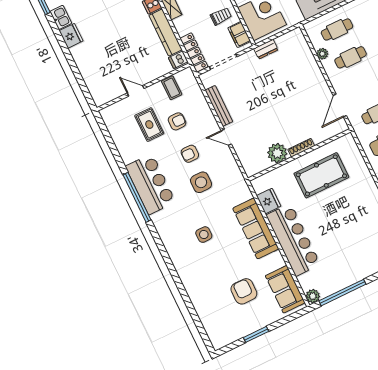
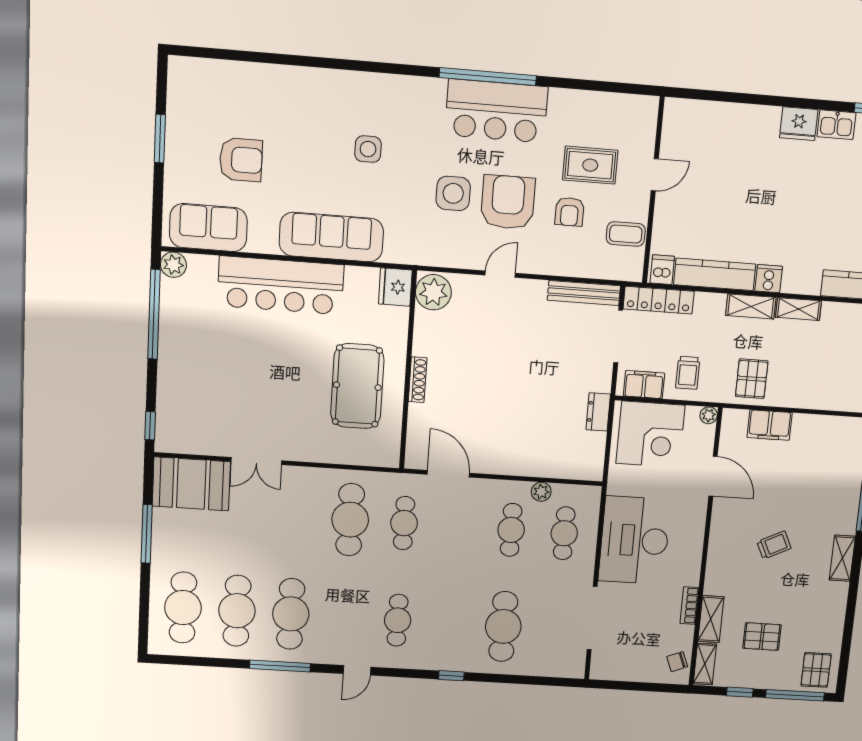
bench: (219, 106) -> (584, 293), moved
plant: (277, 153) -> (433, 292), moved
armchair: (190, 154) -> (508, 202), width x1.88, depth x1.88
fridge: (269, 201) -> (395, 287), moved, turned 90

